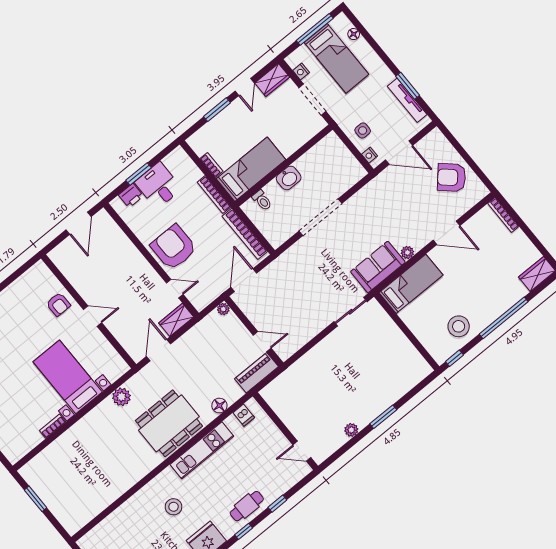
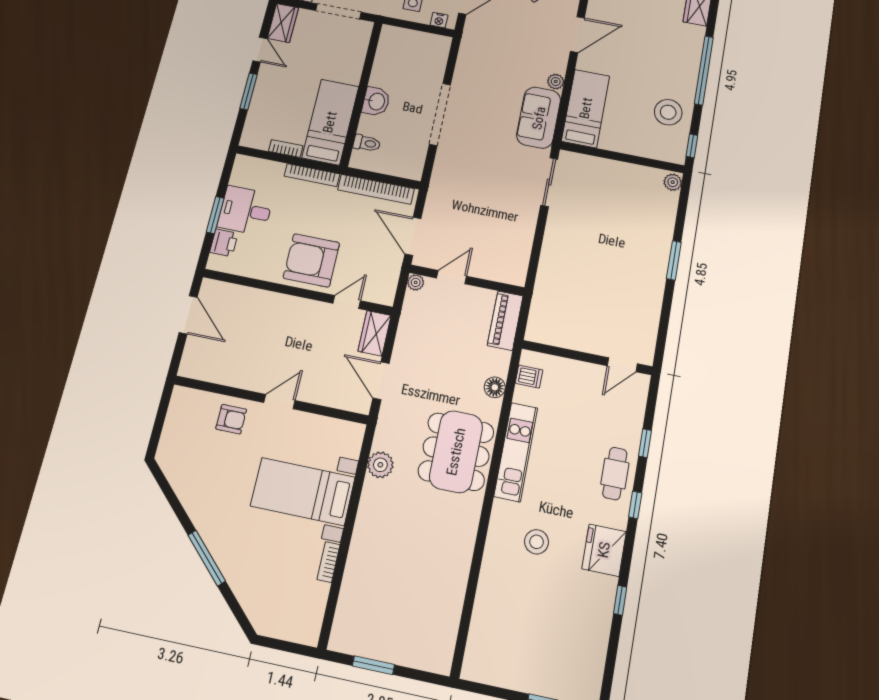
door: (262, 342) -> (452, 277), moved
plant: (351, 430) -> (673, 182), moved

